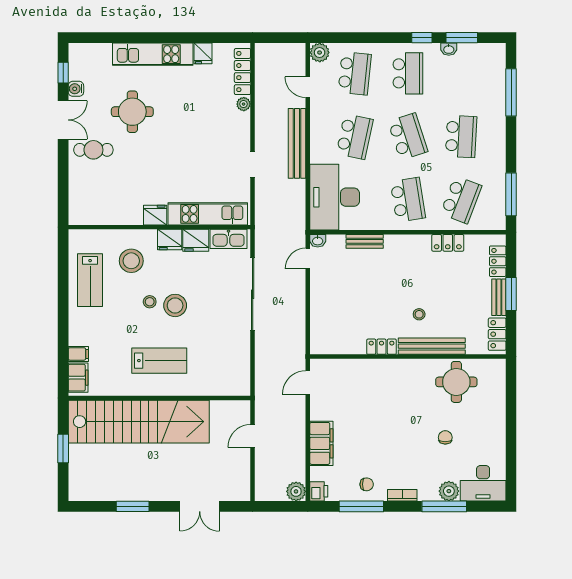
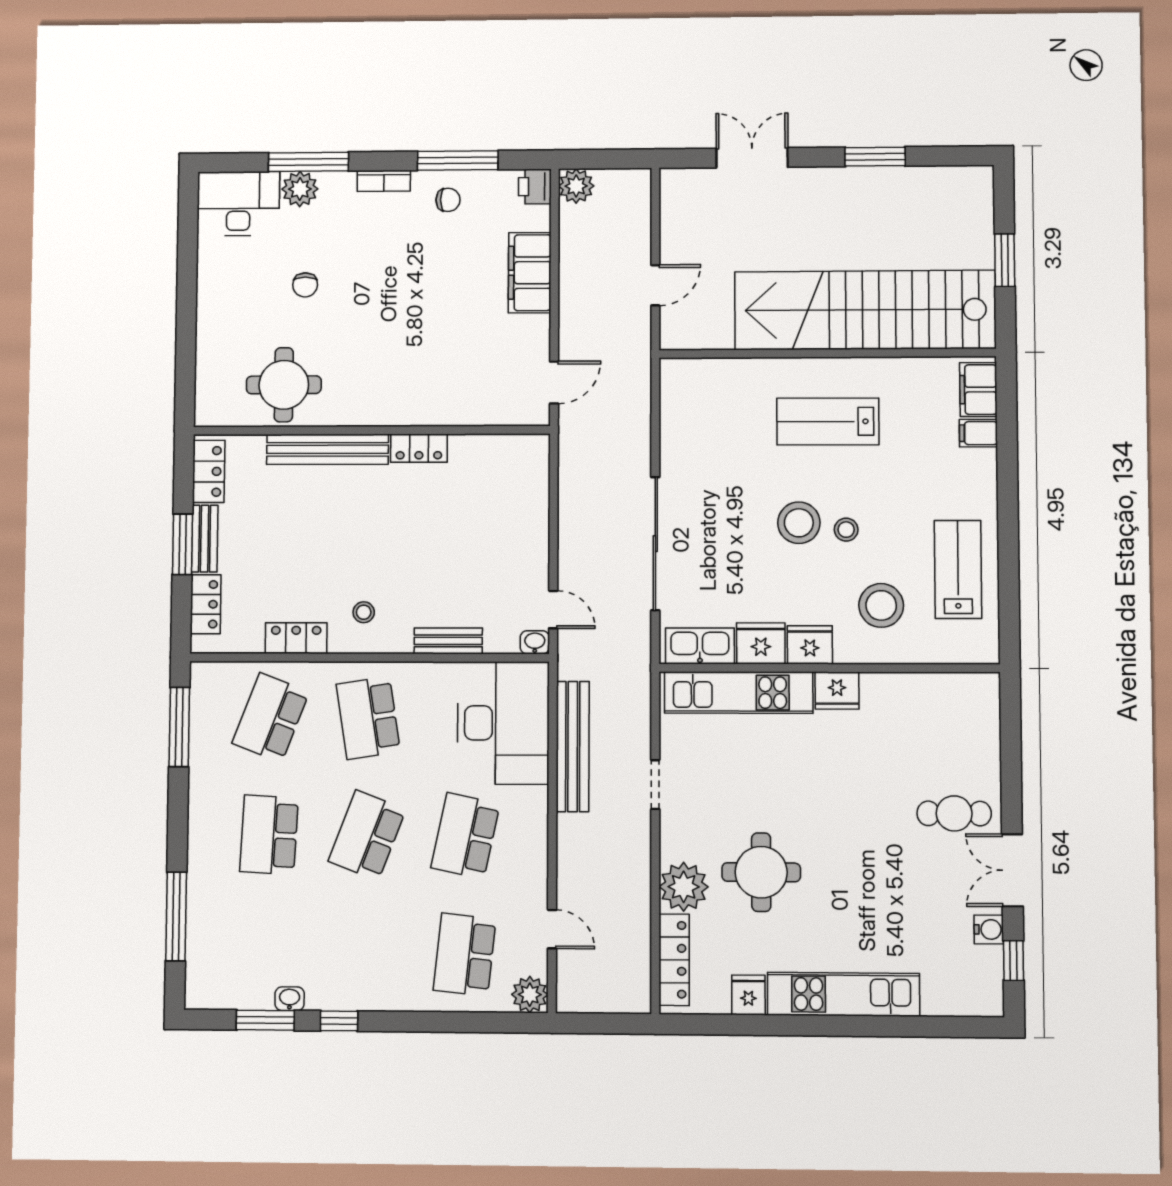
school desk: (408, 73) -> (366, 954), removed
plant: (244, 104) -> (684, 887), width x1.88, depth x1.88
round table: (132, 112) -> (761, 872), moved
school desk: (408, 137) -> (367, 835), turned 39
bench: (297, 143) -> (573, 746), moved
door: (308, 258) -> (553, 610), hinge flipped
stool: (419, 314) -> (364, 612), moved
chair: (367, 484) -> (448, 200), turned 180

